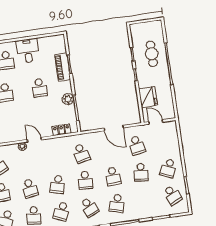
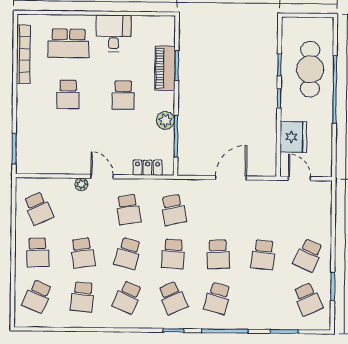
cafe table: (152, 54) -> (310, 69), width x1.37, depth x1.35
door: (114, 128) -> (231, 178), swing flipped
school desk: (137, 145) -> (128, 209), moved

